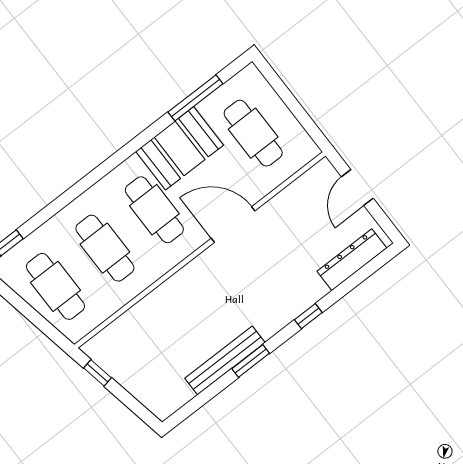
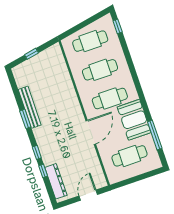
door: (357, 187) -> (88, 195), hinge flipped
window: (340, 292) -> (43, 171), added
window: (98, 373) -> (32, 54), moved

